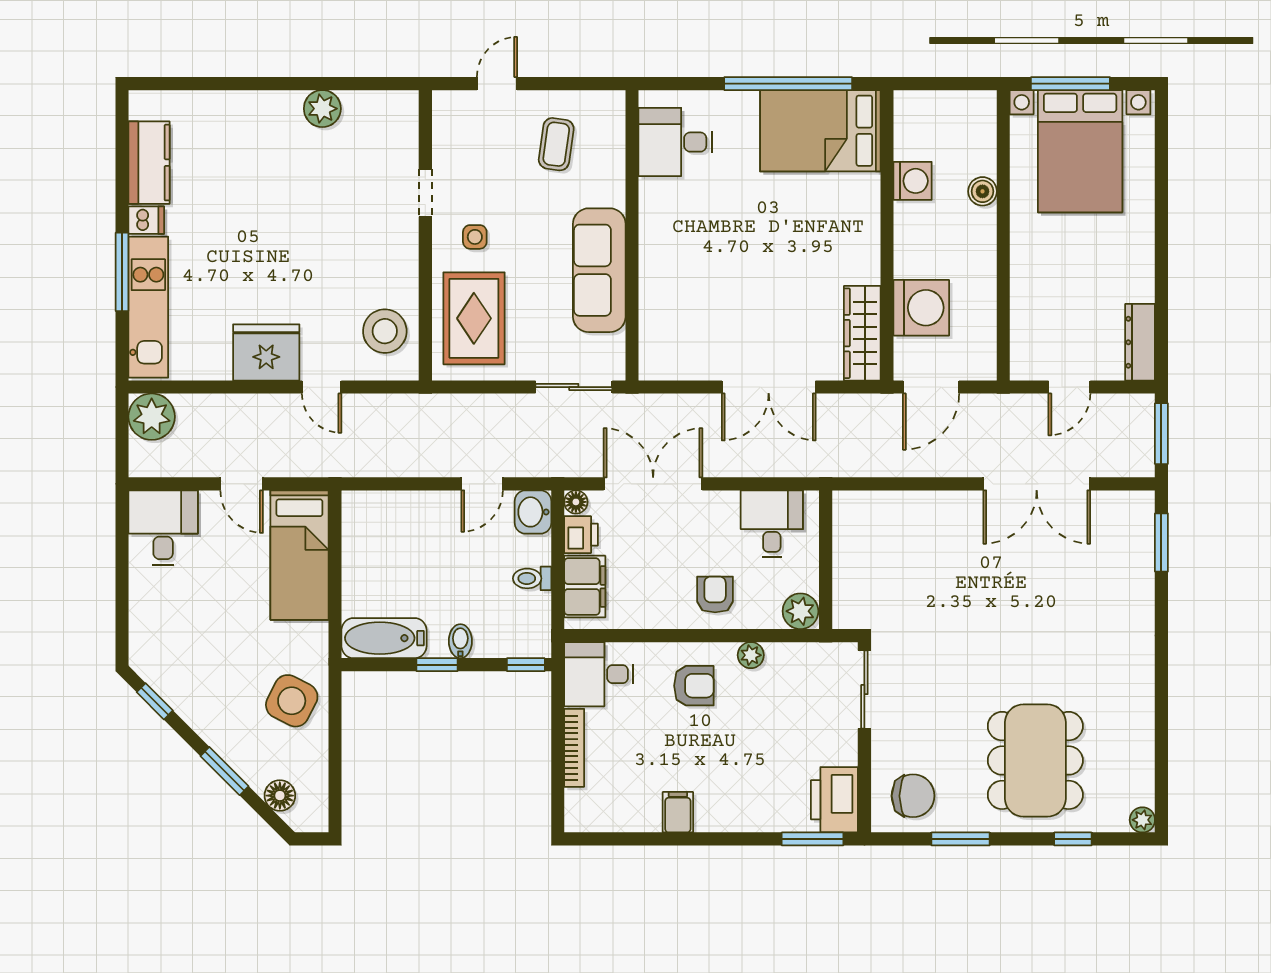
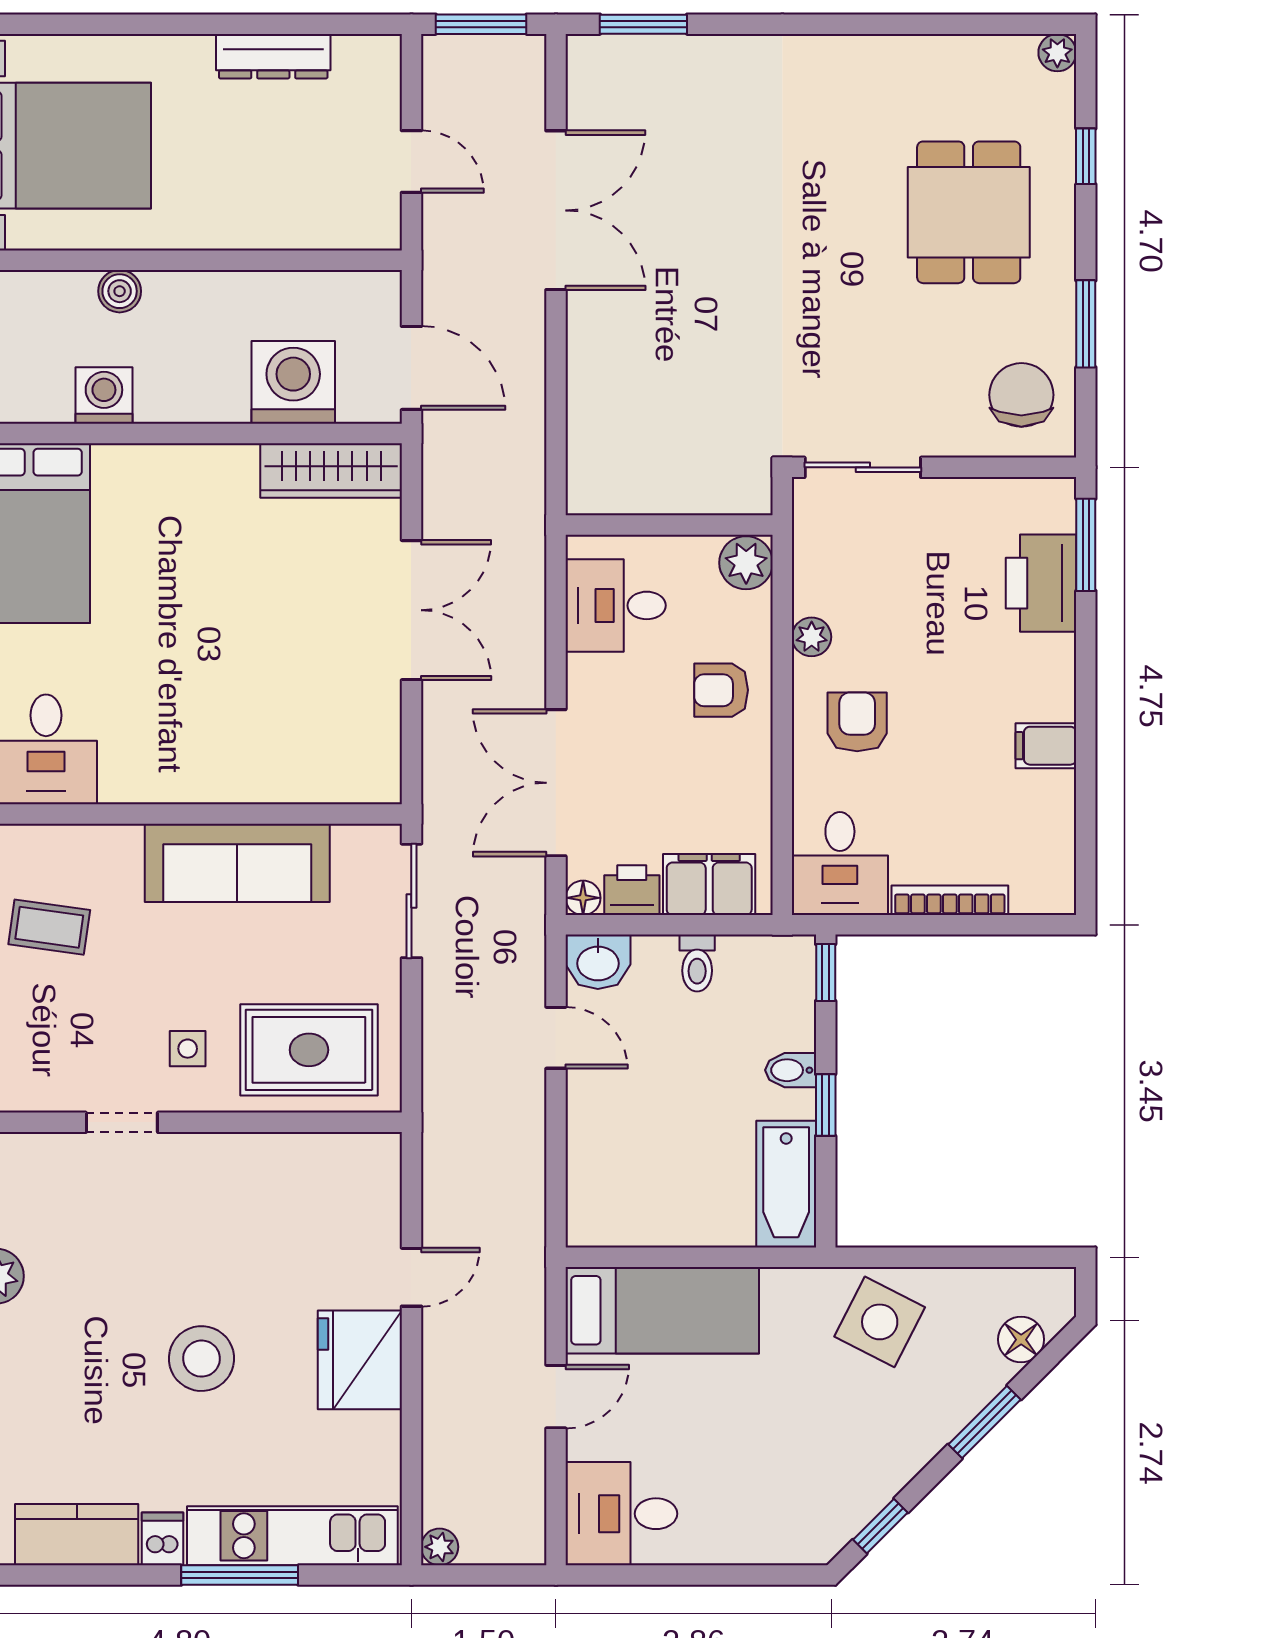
stool: (385, 331) -> (202, 1359), moved
dresser: (1140, 342) -> (273, 56), moved
plant: (152, 417) -> (440, 1547), width x0.53, depth x0.53
dining table: (1035, 760) -> (969, 212), width x0.73
printer: (834, 800) -> (1041, 583), moved, turned 90

